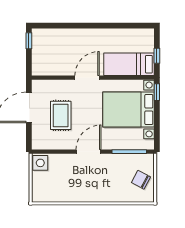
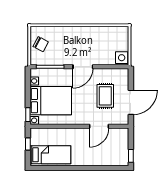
bed: (129, 64) -> (50, 155), moved
door: (87, 78) -> (99, 126), moved

